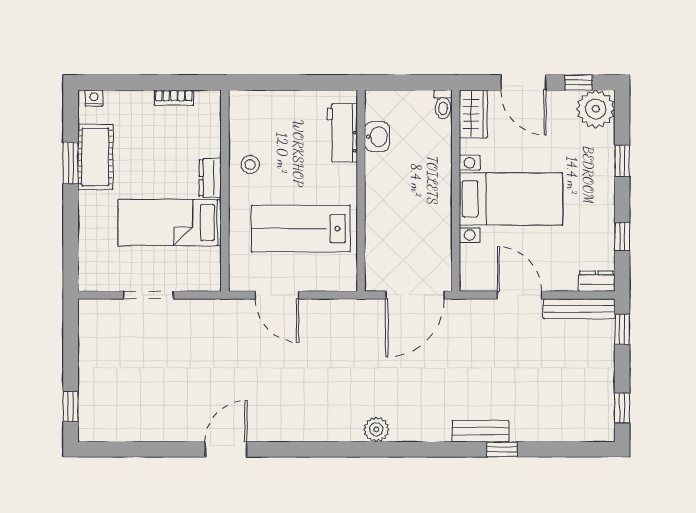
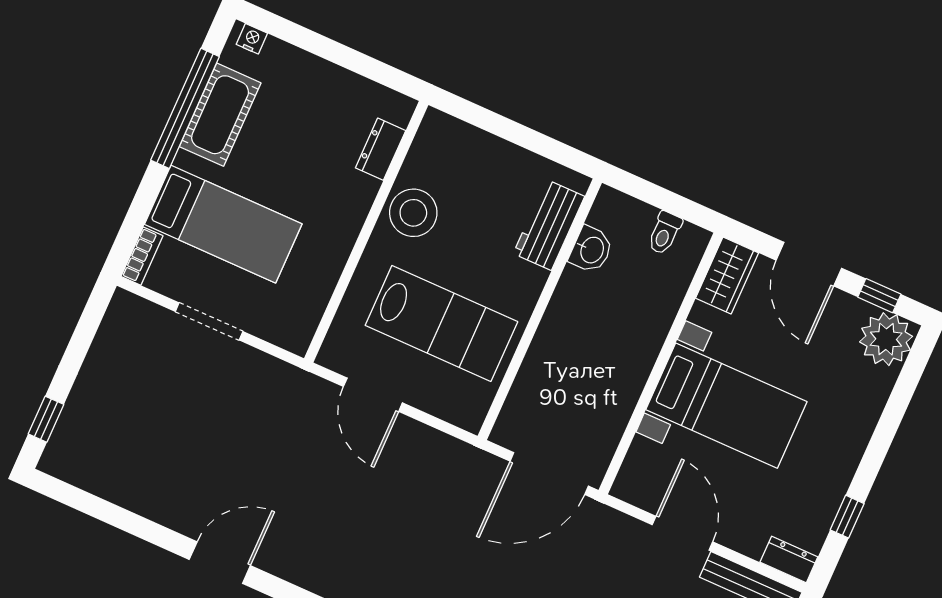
bookcase: (174, 98) -> (142, 256), moved, turned -90
toilet: (443, 104) -> (665, 233), moved
window: (622, 161) -> (890, 420), removed
window: (71, 163) -> (185, 108), width x2.11
stool: (250, 165) -> (413, 213), width x1.89, depth x1.89
dresser: (210, 178) -> (381, 149), moved
bed: (170, 223) -> (223, 224), moved, turned 180
lab bench: (301, 229) -> (441, 323), turned 180

